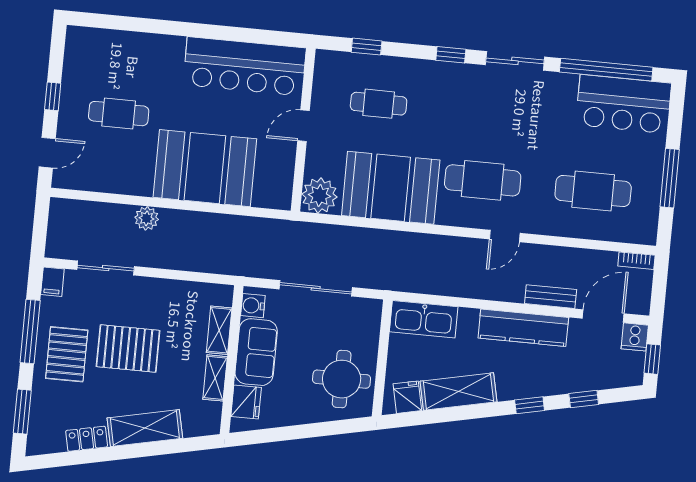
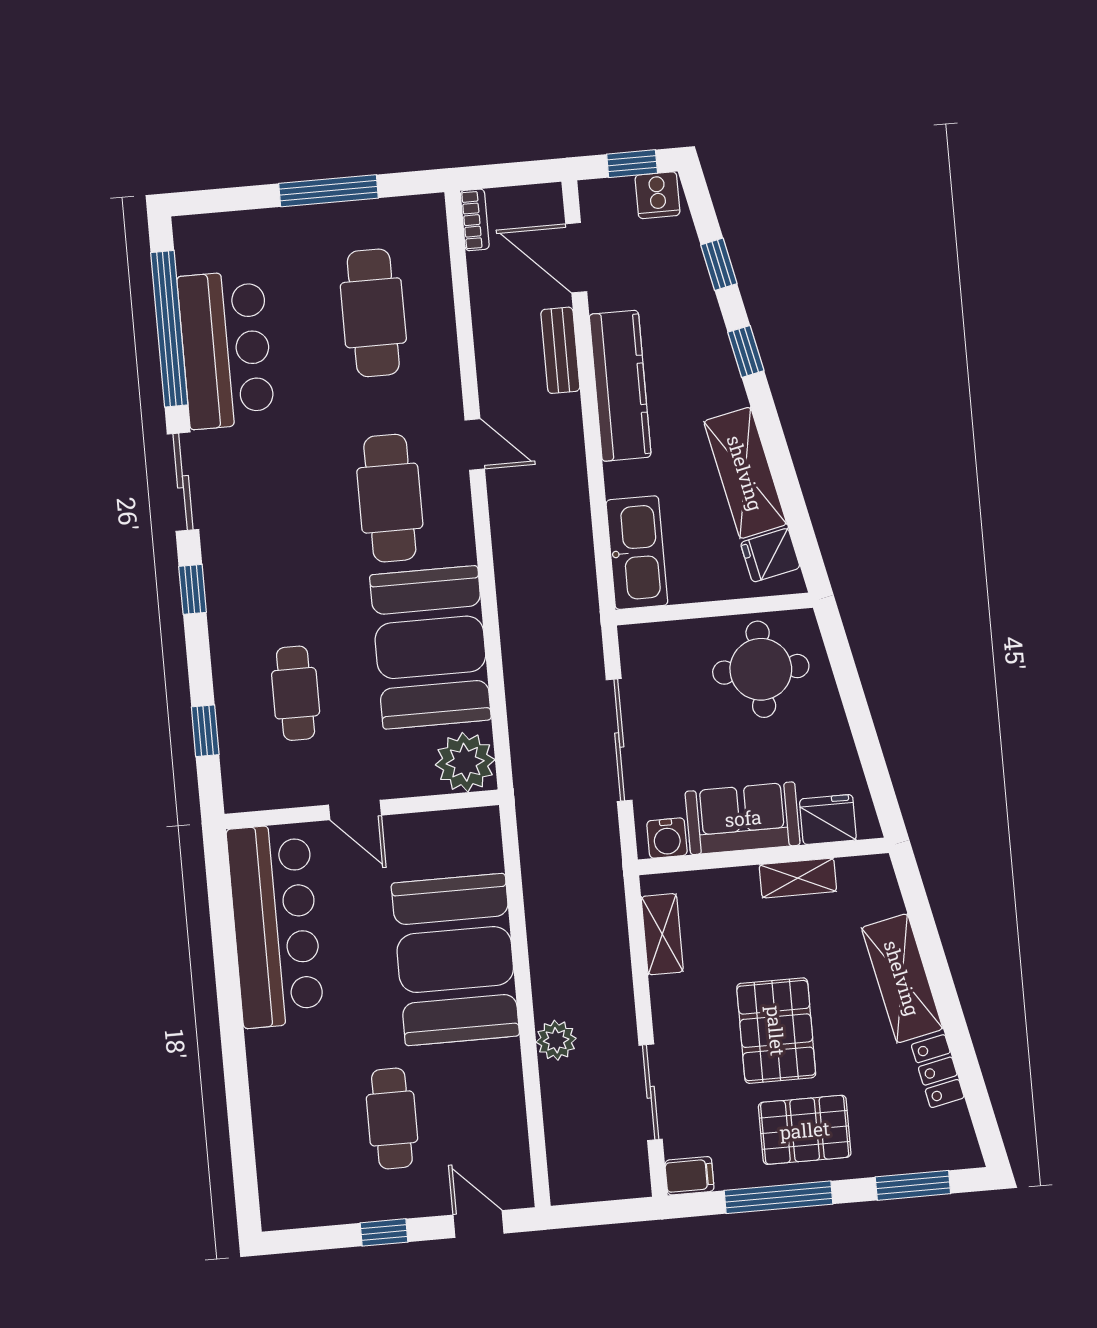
bar counter: (624, 104) -> (226, 350), moved
shelving: (219, 330) -> (662, 934), moved, turned 90
cooker: (635, 337) -> (657, 195), moved, turned 90

